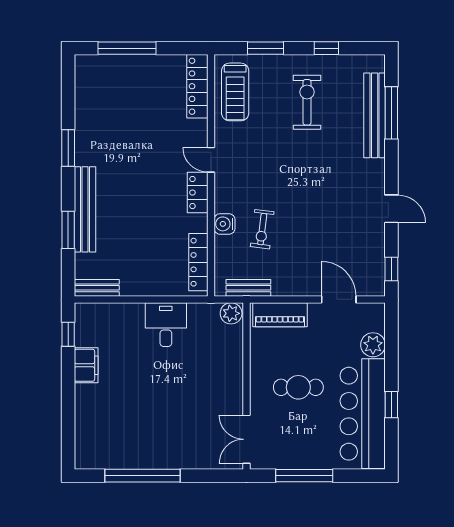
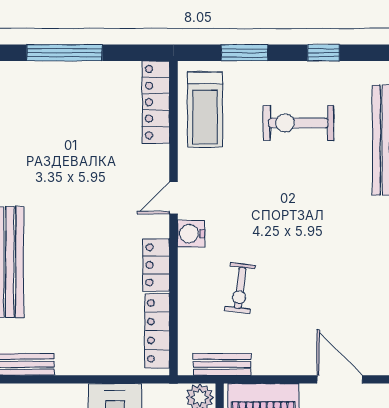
exercise bike: (307, 102) -> (298, 123), turned -90
door: (211, 160) -> (174, 198), hinge flipped
locker: (198, 193) -> (156, 265), moved
water cooler: (224, 224) -> (191, 234), moved

